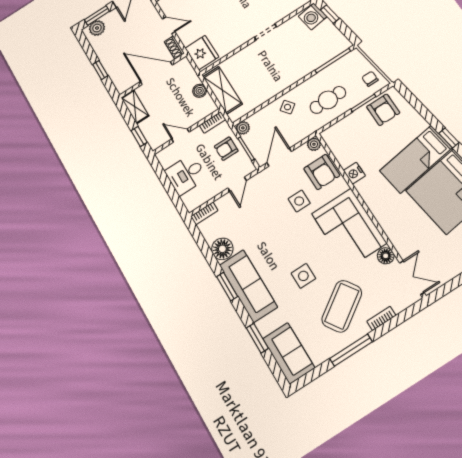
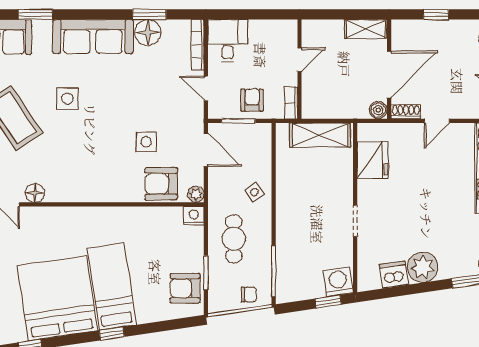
fridge: (202, 53) -> (373, 160), moved, turned -90
chair: (370, 79) -> (249, 294), moved
boiler: (200, 91) -> (378, 110), moved
plant: (243, 128) -> (263, 131), removed
window: (139, 136) -> (329, 14), removed
nightstand: (354, 173) -> (194, 216), moved
desk: (186, 174) -> (228, 41), moved
bookcase: (204, 213) -> (197, 45), width x1.56
corner sofa: (349, 228) -> (85, 174), removed
window: (227, 287) -> (149, 14), moved

